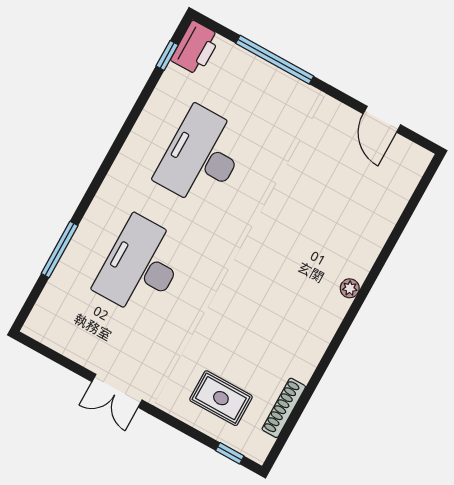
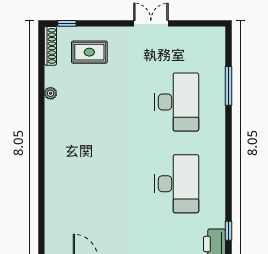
plant: (350, 288) -> (51, 93), moved
shoe rack: (284, 408) -> (50, 46), moved

